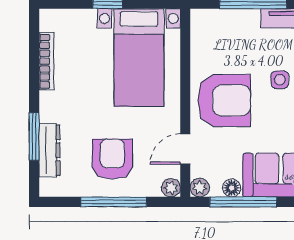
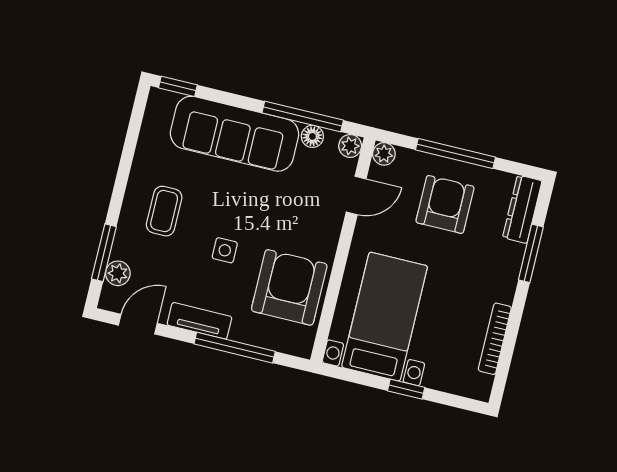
armchair: (224, 100) -> (289, 287), moved, turned 90
dresser: (49, 150) -> (522, 209), moved
armchair: (112, 159) -> (445, 204), turned 180

